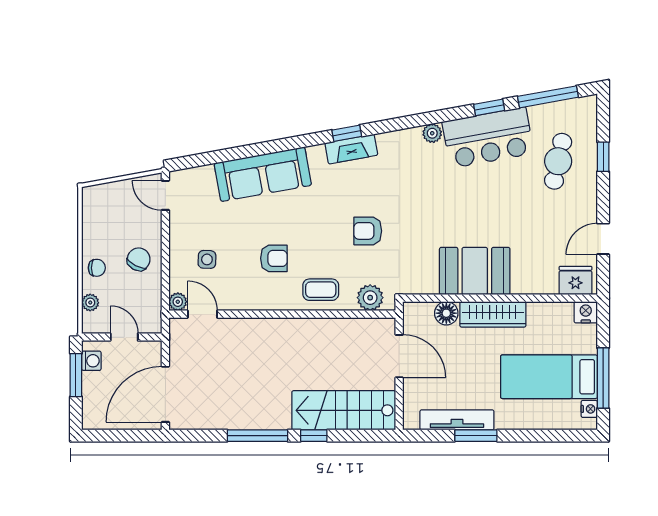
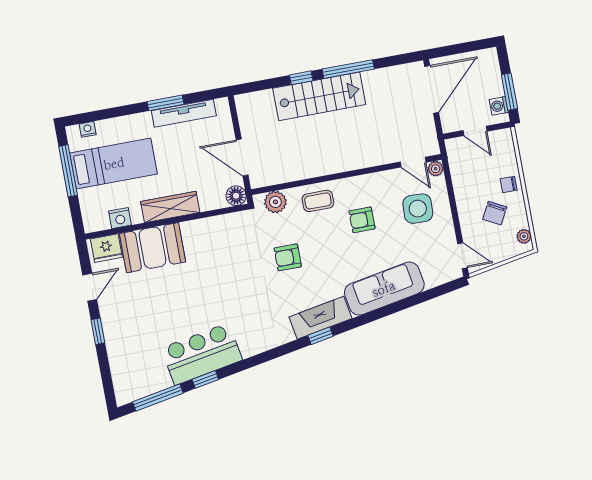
plant: (432, 133) -> (249, 349), removed
fireplace: (351, 149) -> (321, 318), width x1.37, depth x1.32
window: (603, 157) -> (98, 331), moved
cafe table: (558, 161) -> (139, 345), removed
armchair: (368, 231) -> (288, 257), turned 180
chair: (139, 259) -> (495, 213), moved
side table: (207, 259) -> (418, 209), width x1.87, depth x1.87
booth: (475, 271) -> (153, 248), moved
plant: (90, 303) -> (524, 236), moved
nightstand: (586, 312) -> (120, 218), moved
floor lamp: (446, 313) -> (236, 196), moved
nightstand: (589, 409) -> (88, 129), moved, turned 90
stairs: (344, 410) -> (319, 96), moved

